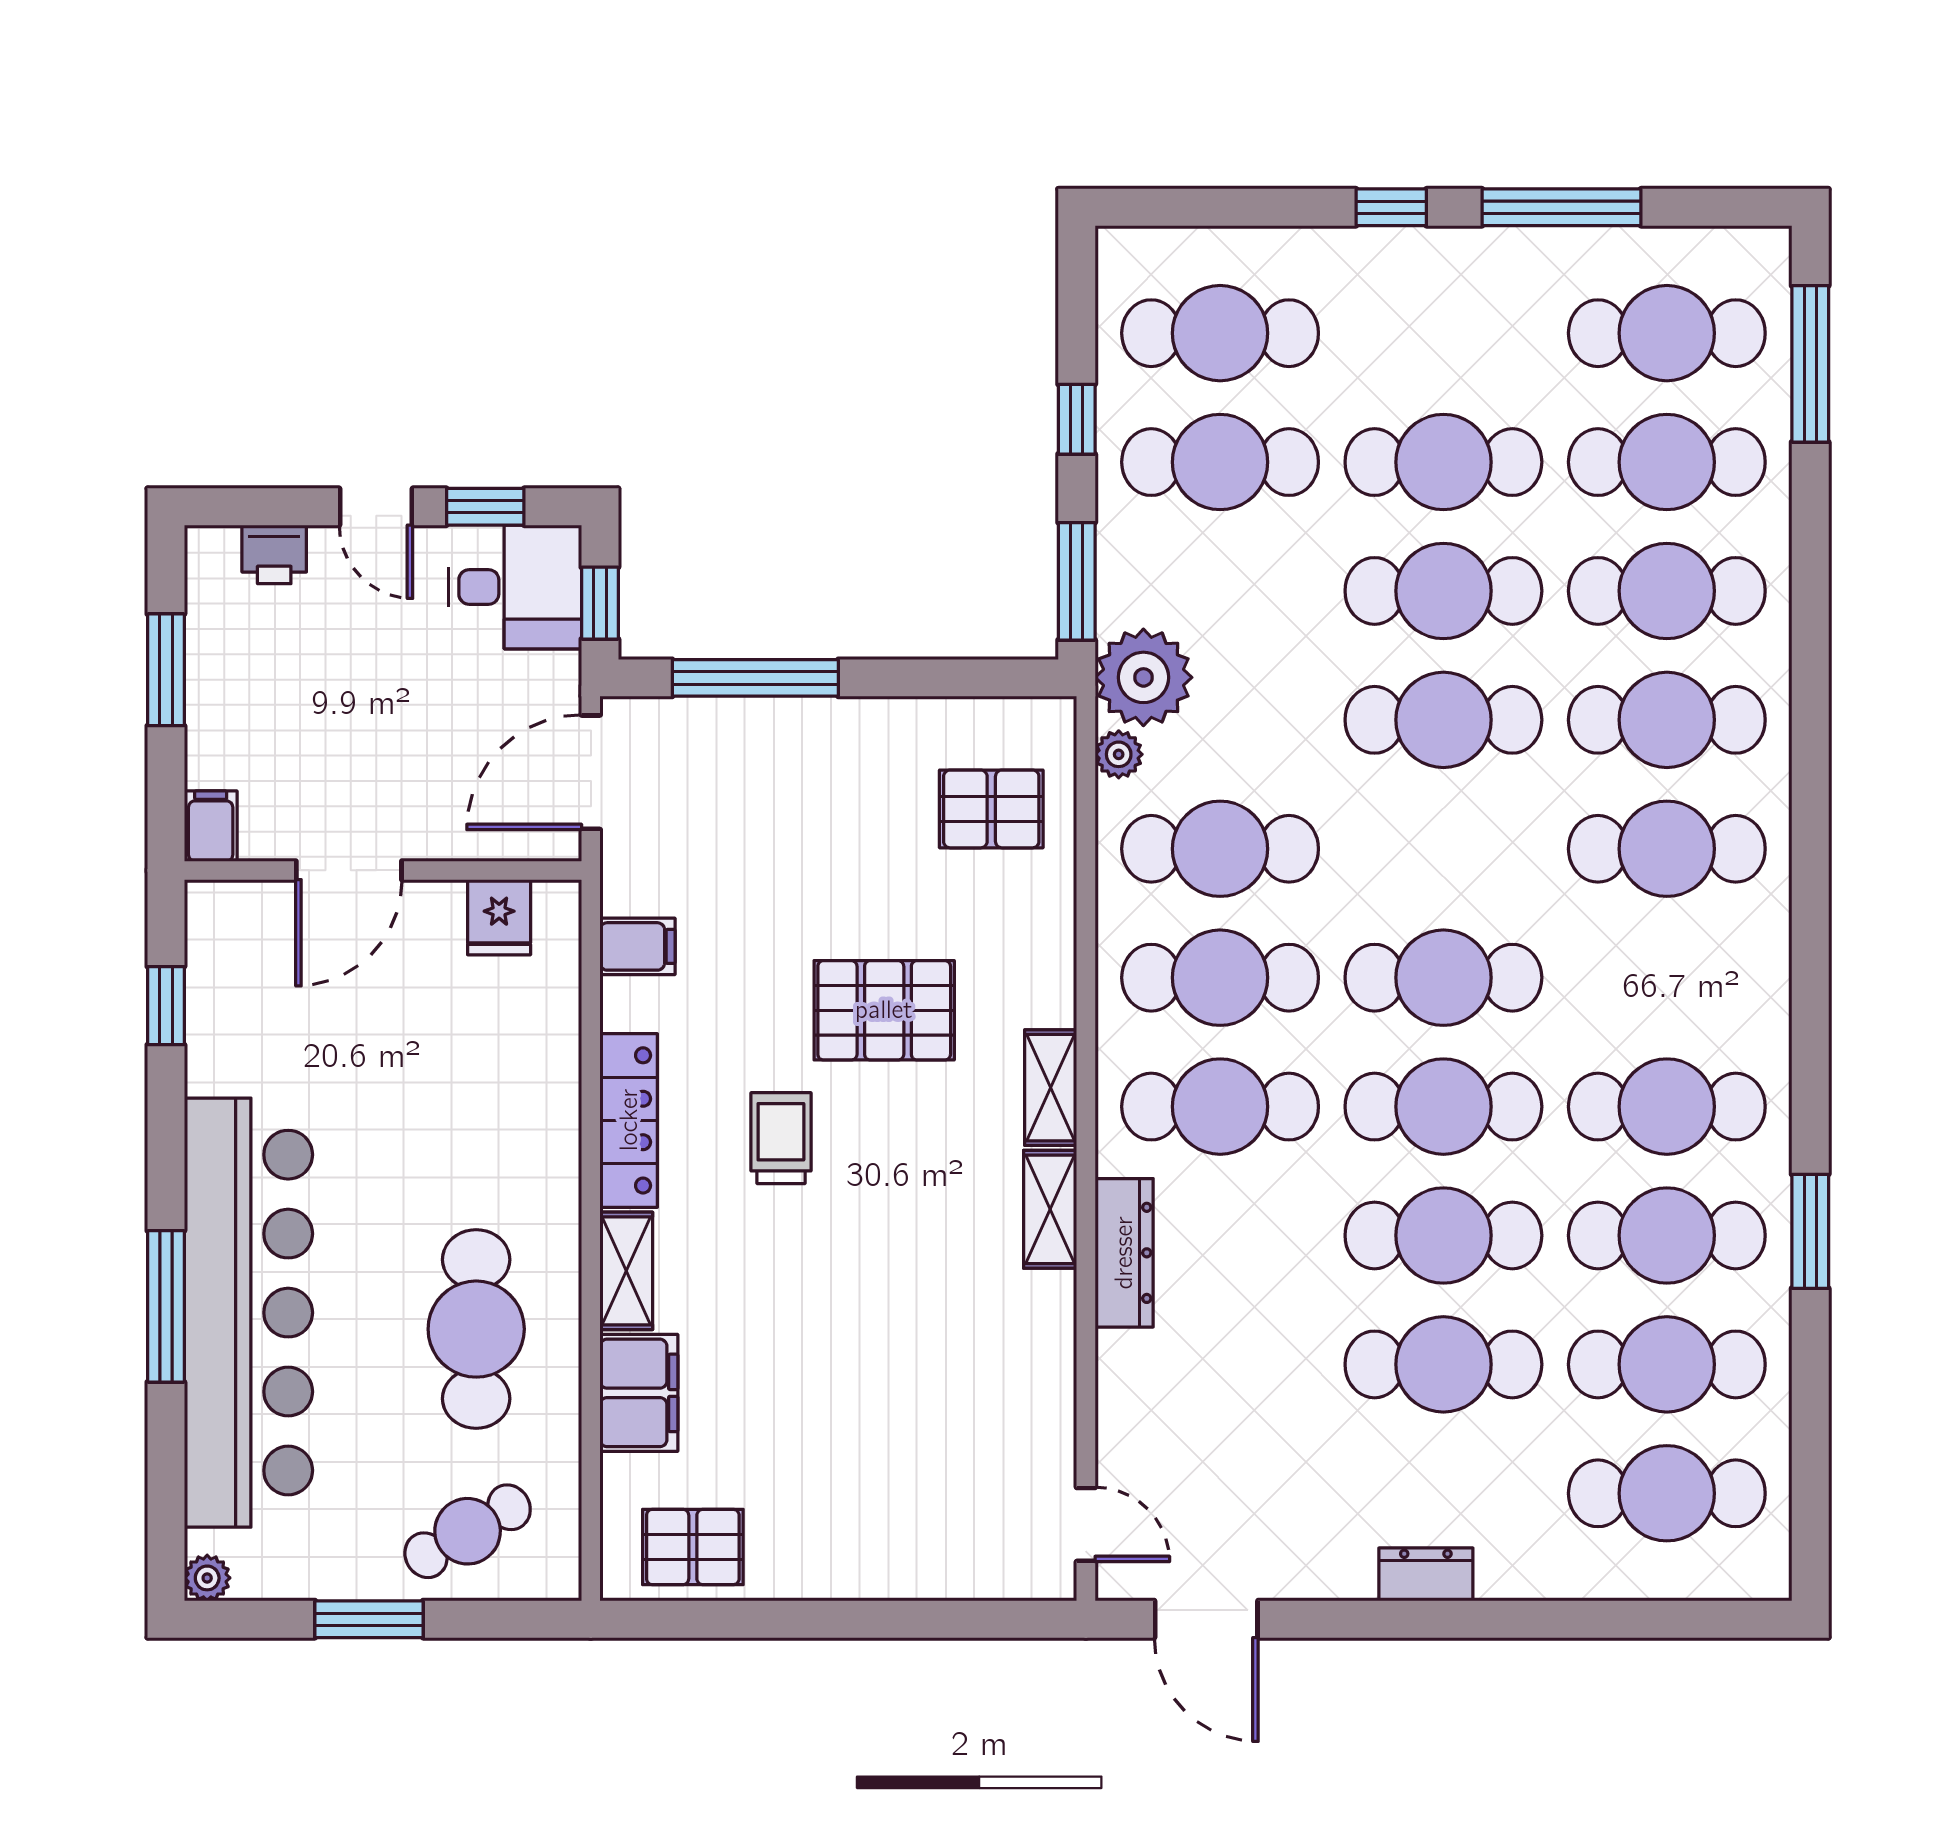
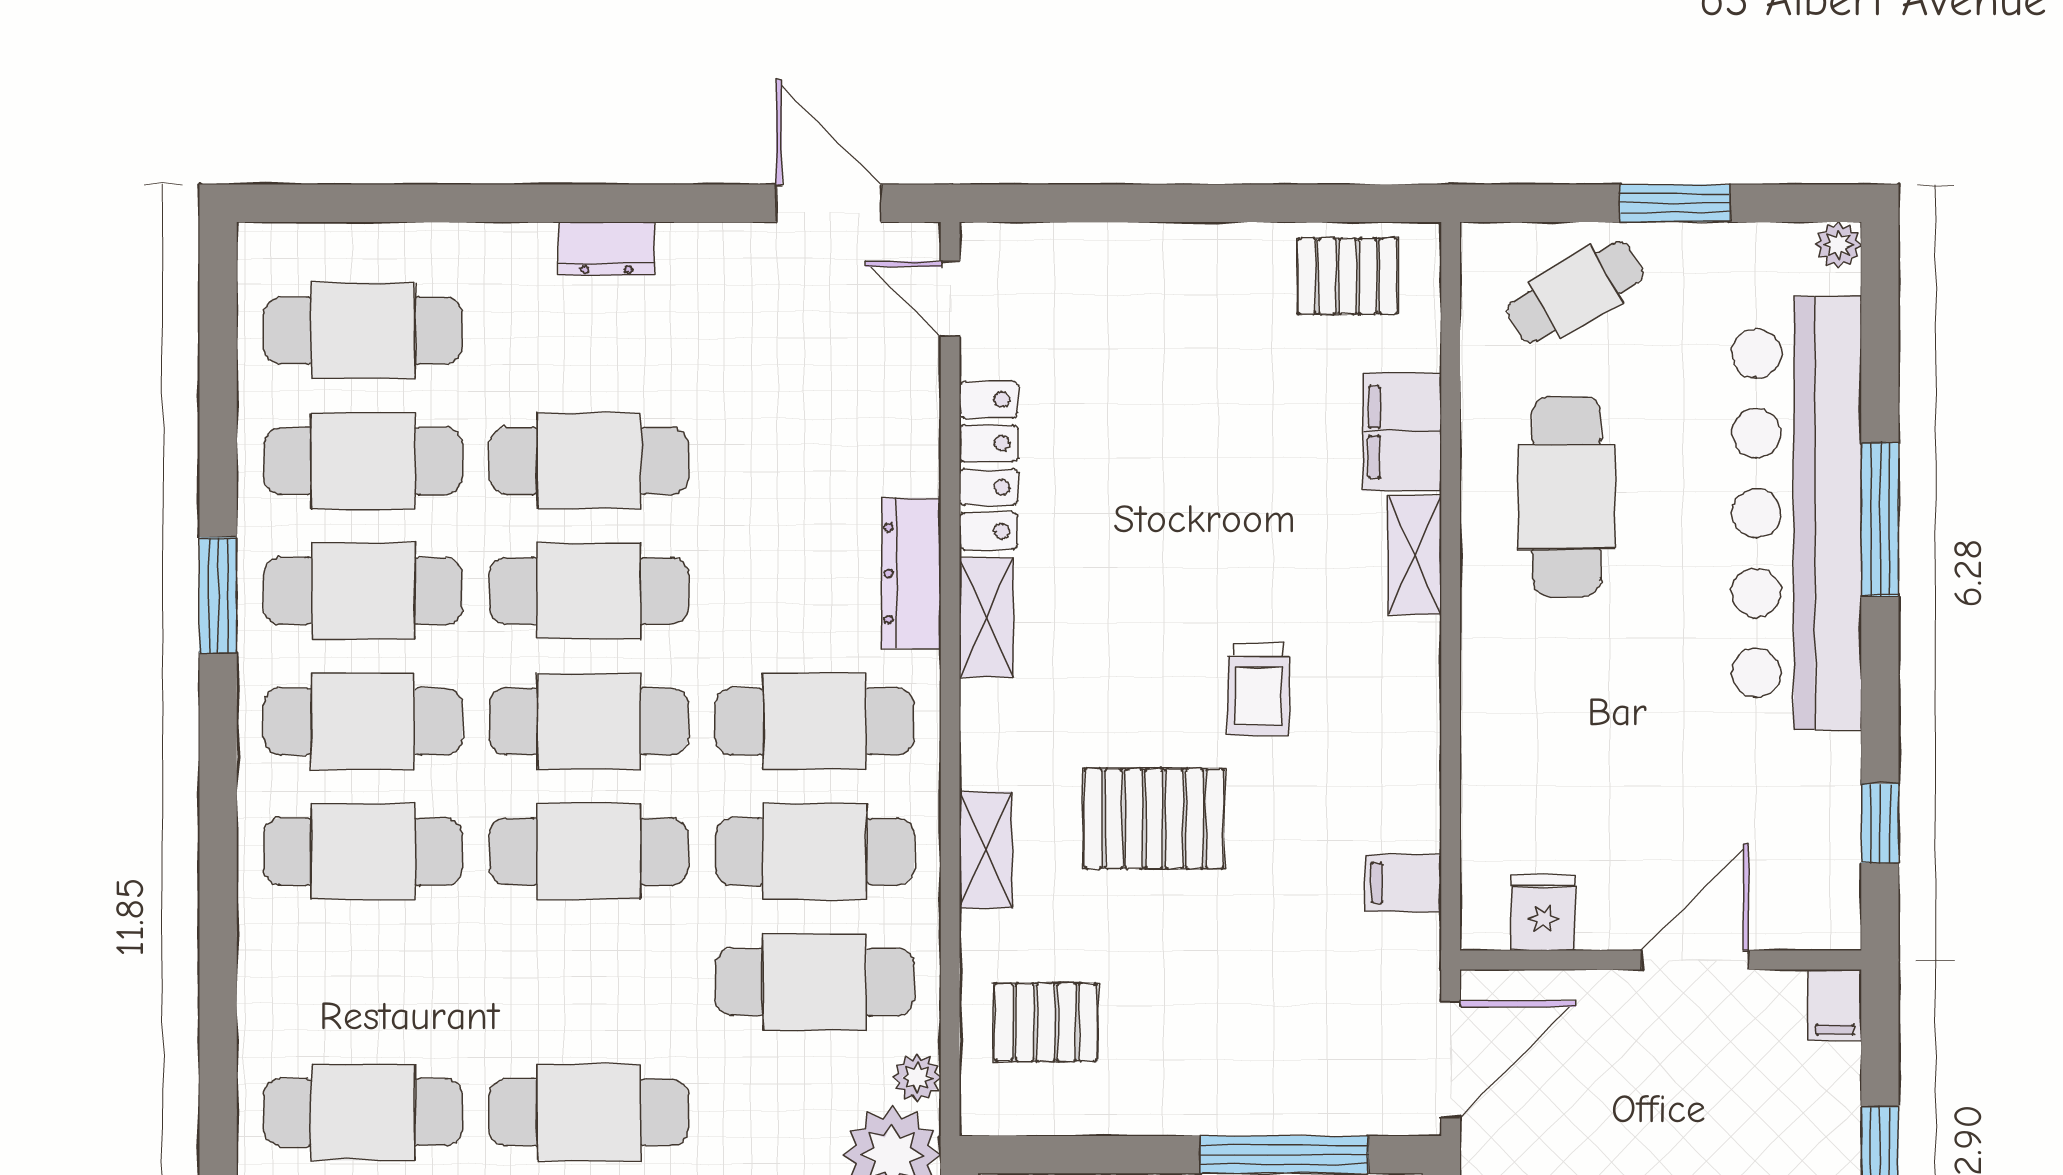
cafe table: (1667, 849) -> (363, 852), moved
shelving: (1051, 1088) -> (986, 850), moved
locker: (629, 1120) -> (989, 465), moved, turned 180

